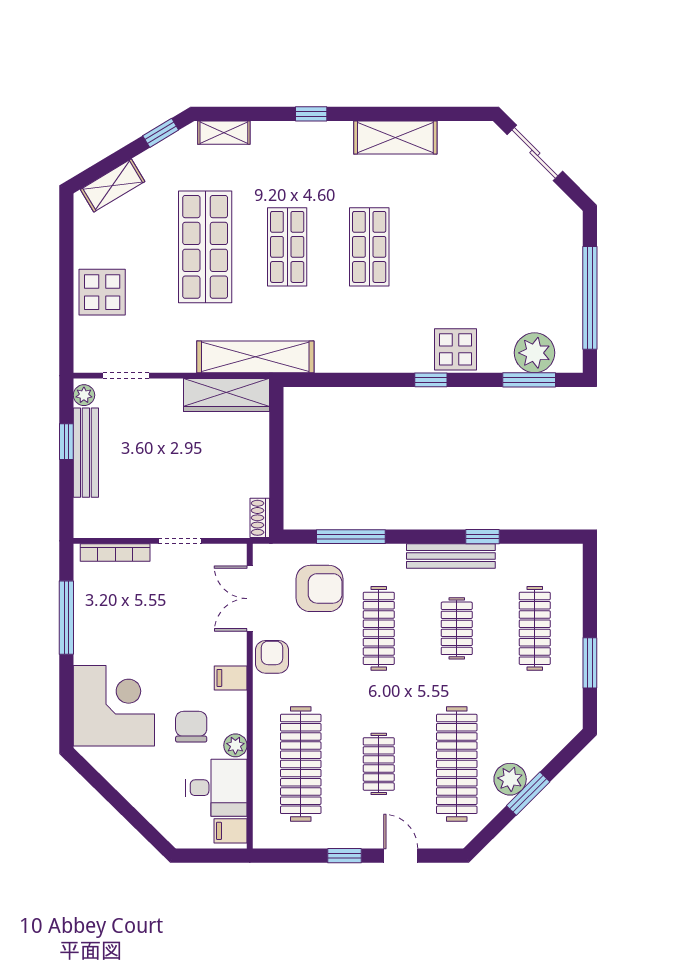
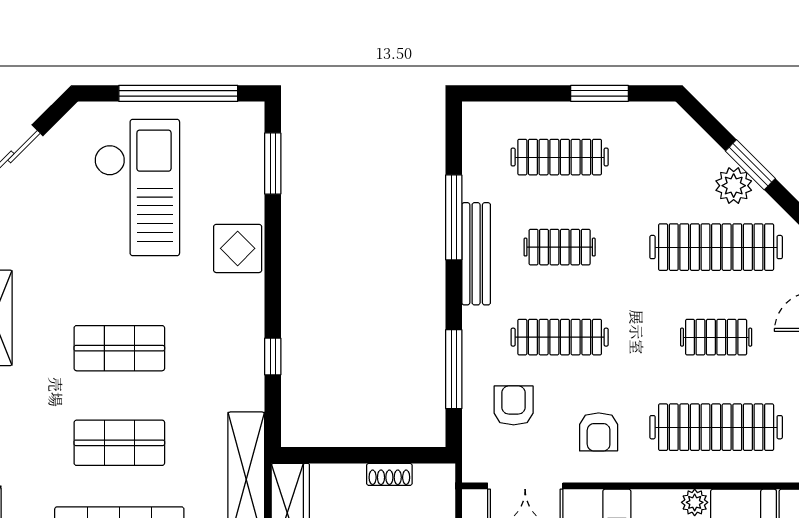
checkout: (508, 262) -> (137, 188), added
plant: (535, 353) -> (242, 157), removed
window: (431, 380) -> (273, 357), moved
shoe rack: (260, 518) -> (389, 474), moved
window: (482, 537) -> (454, 217), width x2.17
armchair: (320, 588) -> (514, 405), width x0.72, depth x0.72
armchair: (272, 657) -> (599, 432), moved, turned -90

